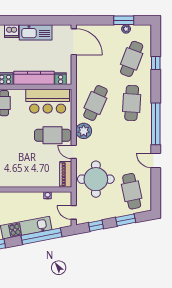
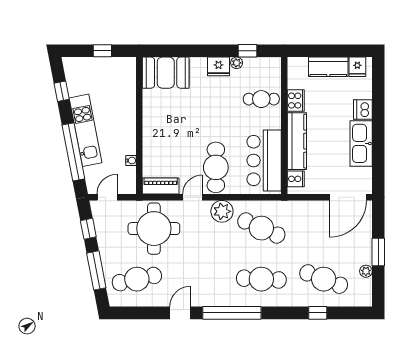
window: (124, 20) -> (378, 252), moved
window: (126, 220) -> (96, 270), width x1.44

